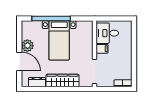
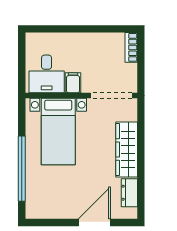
bed with nightstands: (59, 40) -> (58, 131), moved, turned 90
plant: (27, 46) -> (68, 209), removed

